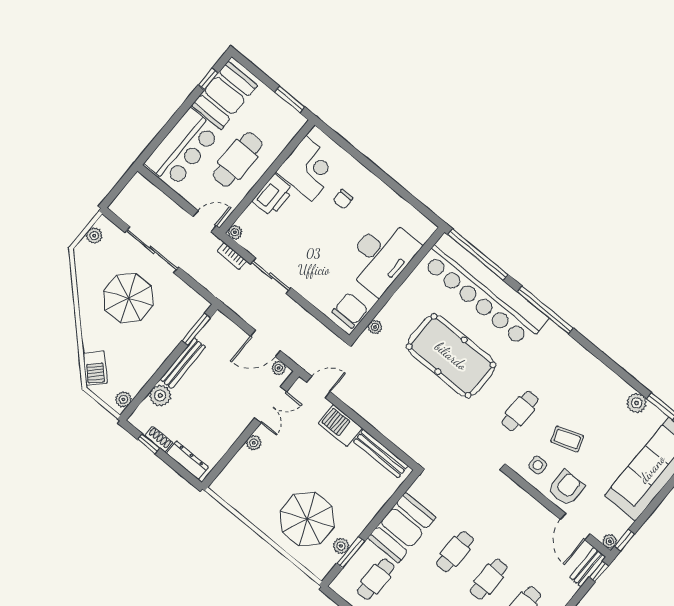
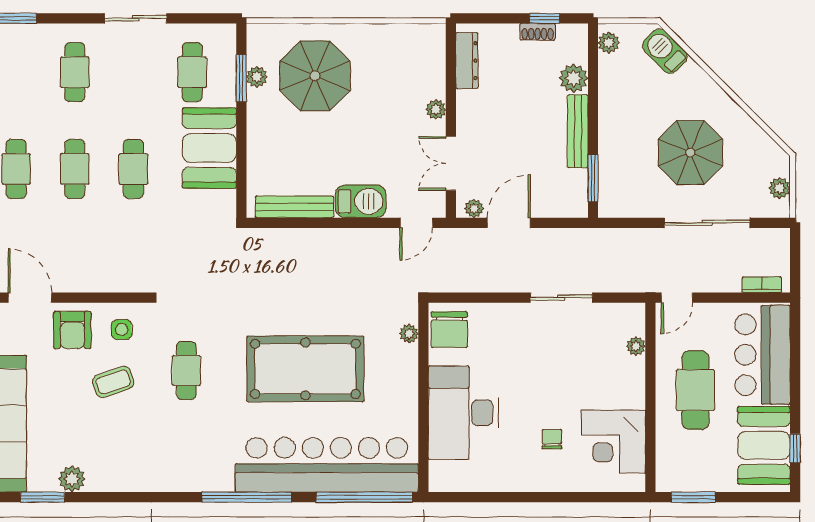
printer: (273, 195) -> (628, 383), removed
plant: (235, 232) -> (636, 346), moved
bookcase: (232, 256) -> (762, 285), moved
dresser: (187, 460) -> (467, 61), moved, turned -90

